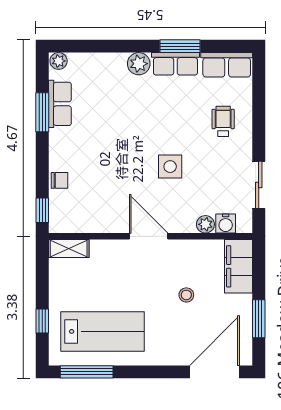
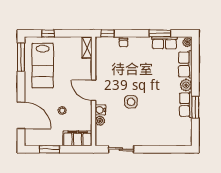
row of seats: (227, 65) -> (185, 64), moved
wheelchair: (223, 121) -> (155, 130), removed
water cooler: (226, 224) -> (100, 110), moved
door: (149, 236) -> (94, 90), swing flipped
door: (215, 372) -> (21, 115), moved

